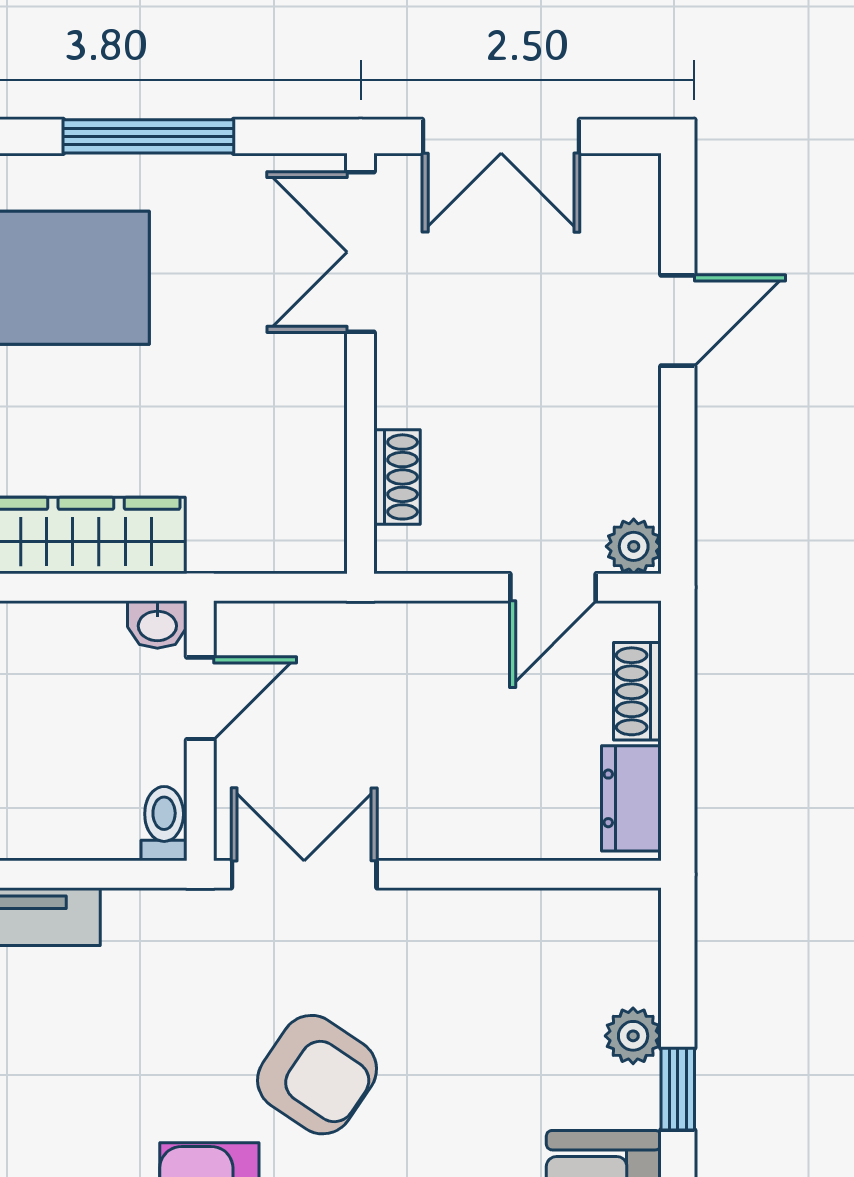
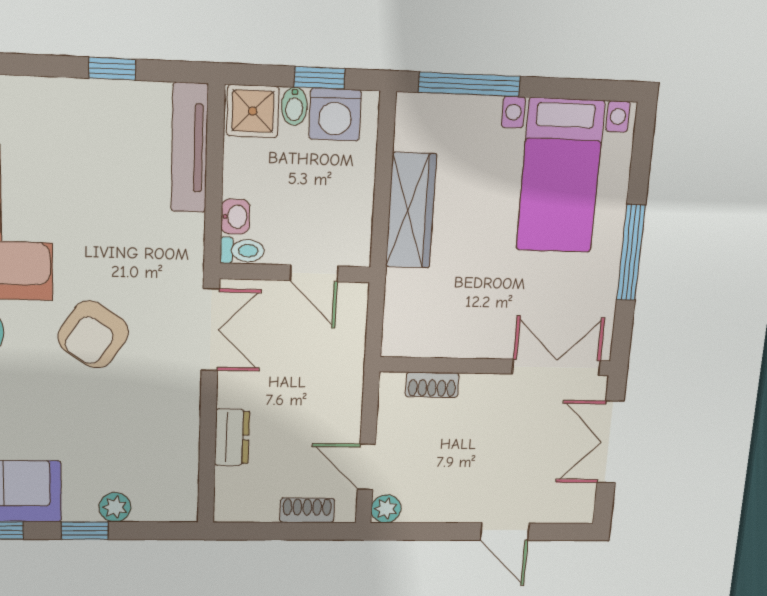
washbasin: (157, 625) -> (235, 217), moved, turned 180
dresser: (631, 798) -> (232, 437), moved, turned 90

